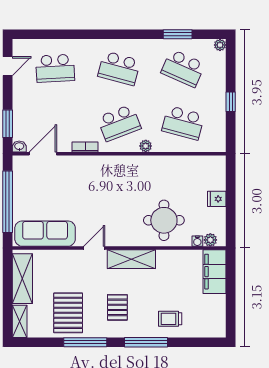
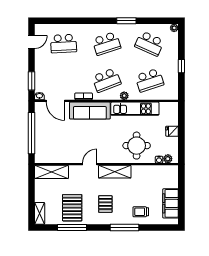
window: (178, 34) -> (126, 21), moved
school desk: (119, 68) -> (106, 44), turned -33
school desk: (183, 123) -> (149, 80), turned -33
door: (43, 154) -> (55, 101), swing flipped
kitchen unit: (161, 165) -> (135, 109), added
sofa: (45, 234) -> (90, 111), moved, turned 180
filing cabinet: (215, 272) -> (171, 203), moved
shelving: (22, 279) -> (52, 172), moved, turned 90
window: (85, 342) -> (72, 227), moved

